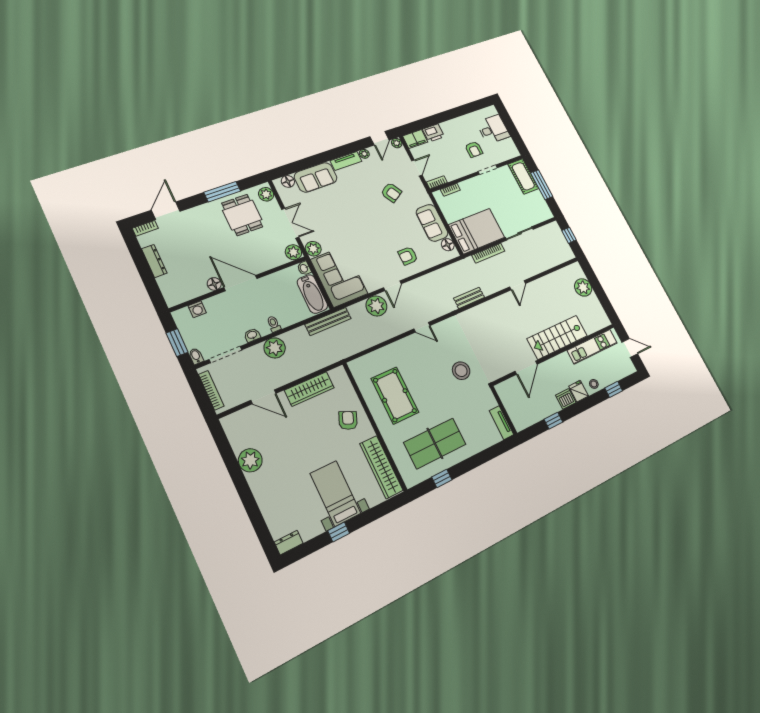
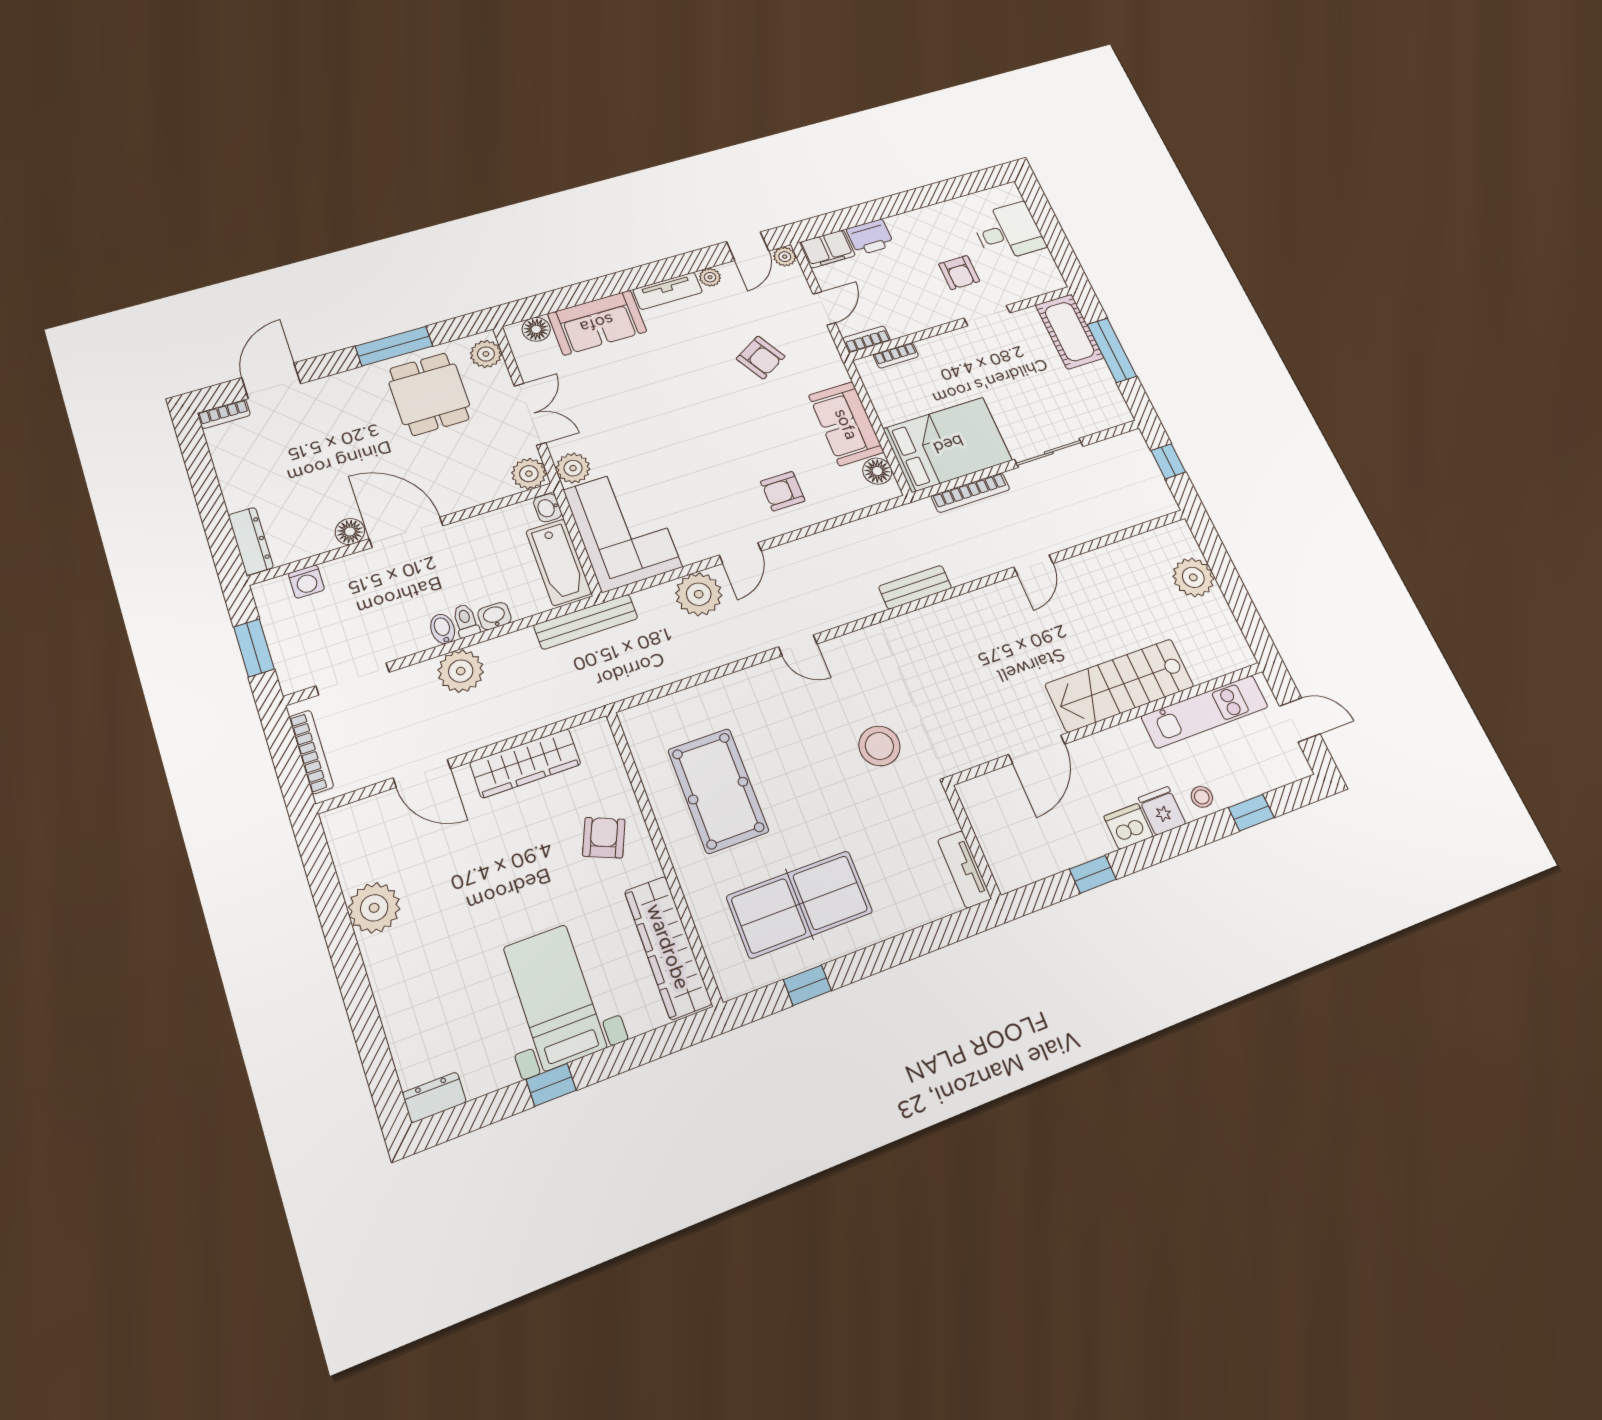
dresser: (154, 261) -> (251, 541), moved
washbasin: (252, 335) -> (494, 616), moved
bidet: (196, 356) -> (443, 629), moved

